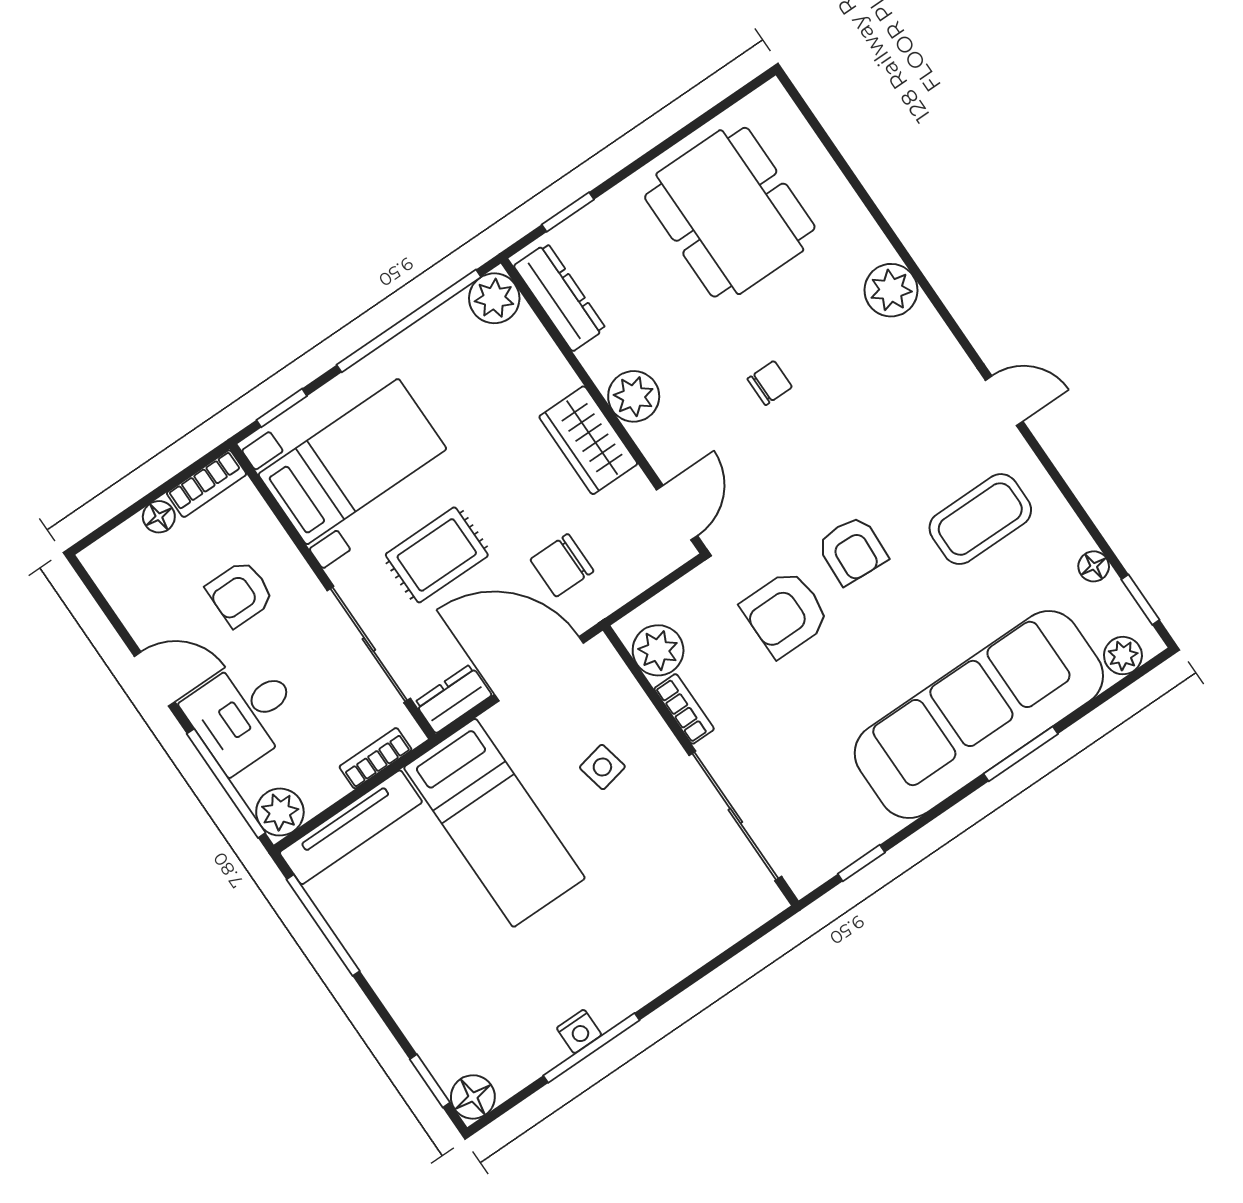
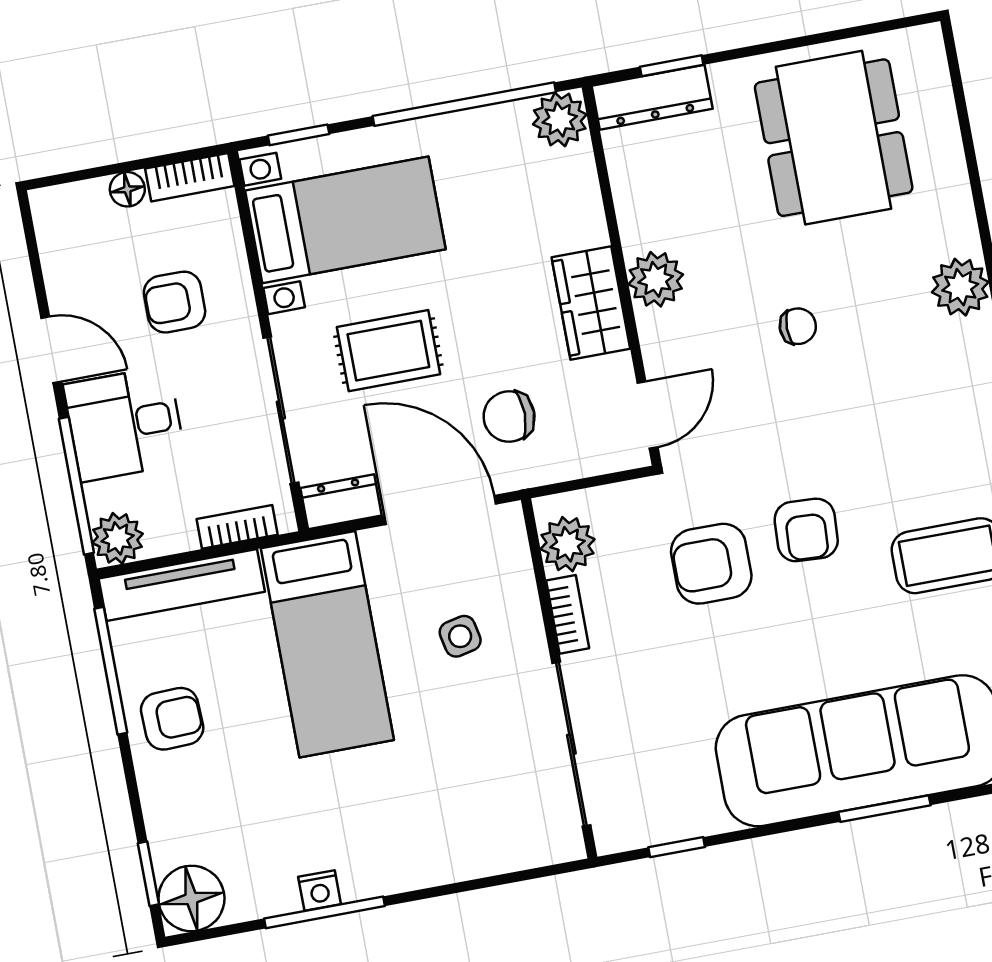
dresser: (560, 297) -> (652, 97), moved, turned 90
armchair: (392, 943) -> (172, 719), added
floor lamp: (473, 1097) -> (191, 898), width x1.38, depth x1.38

